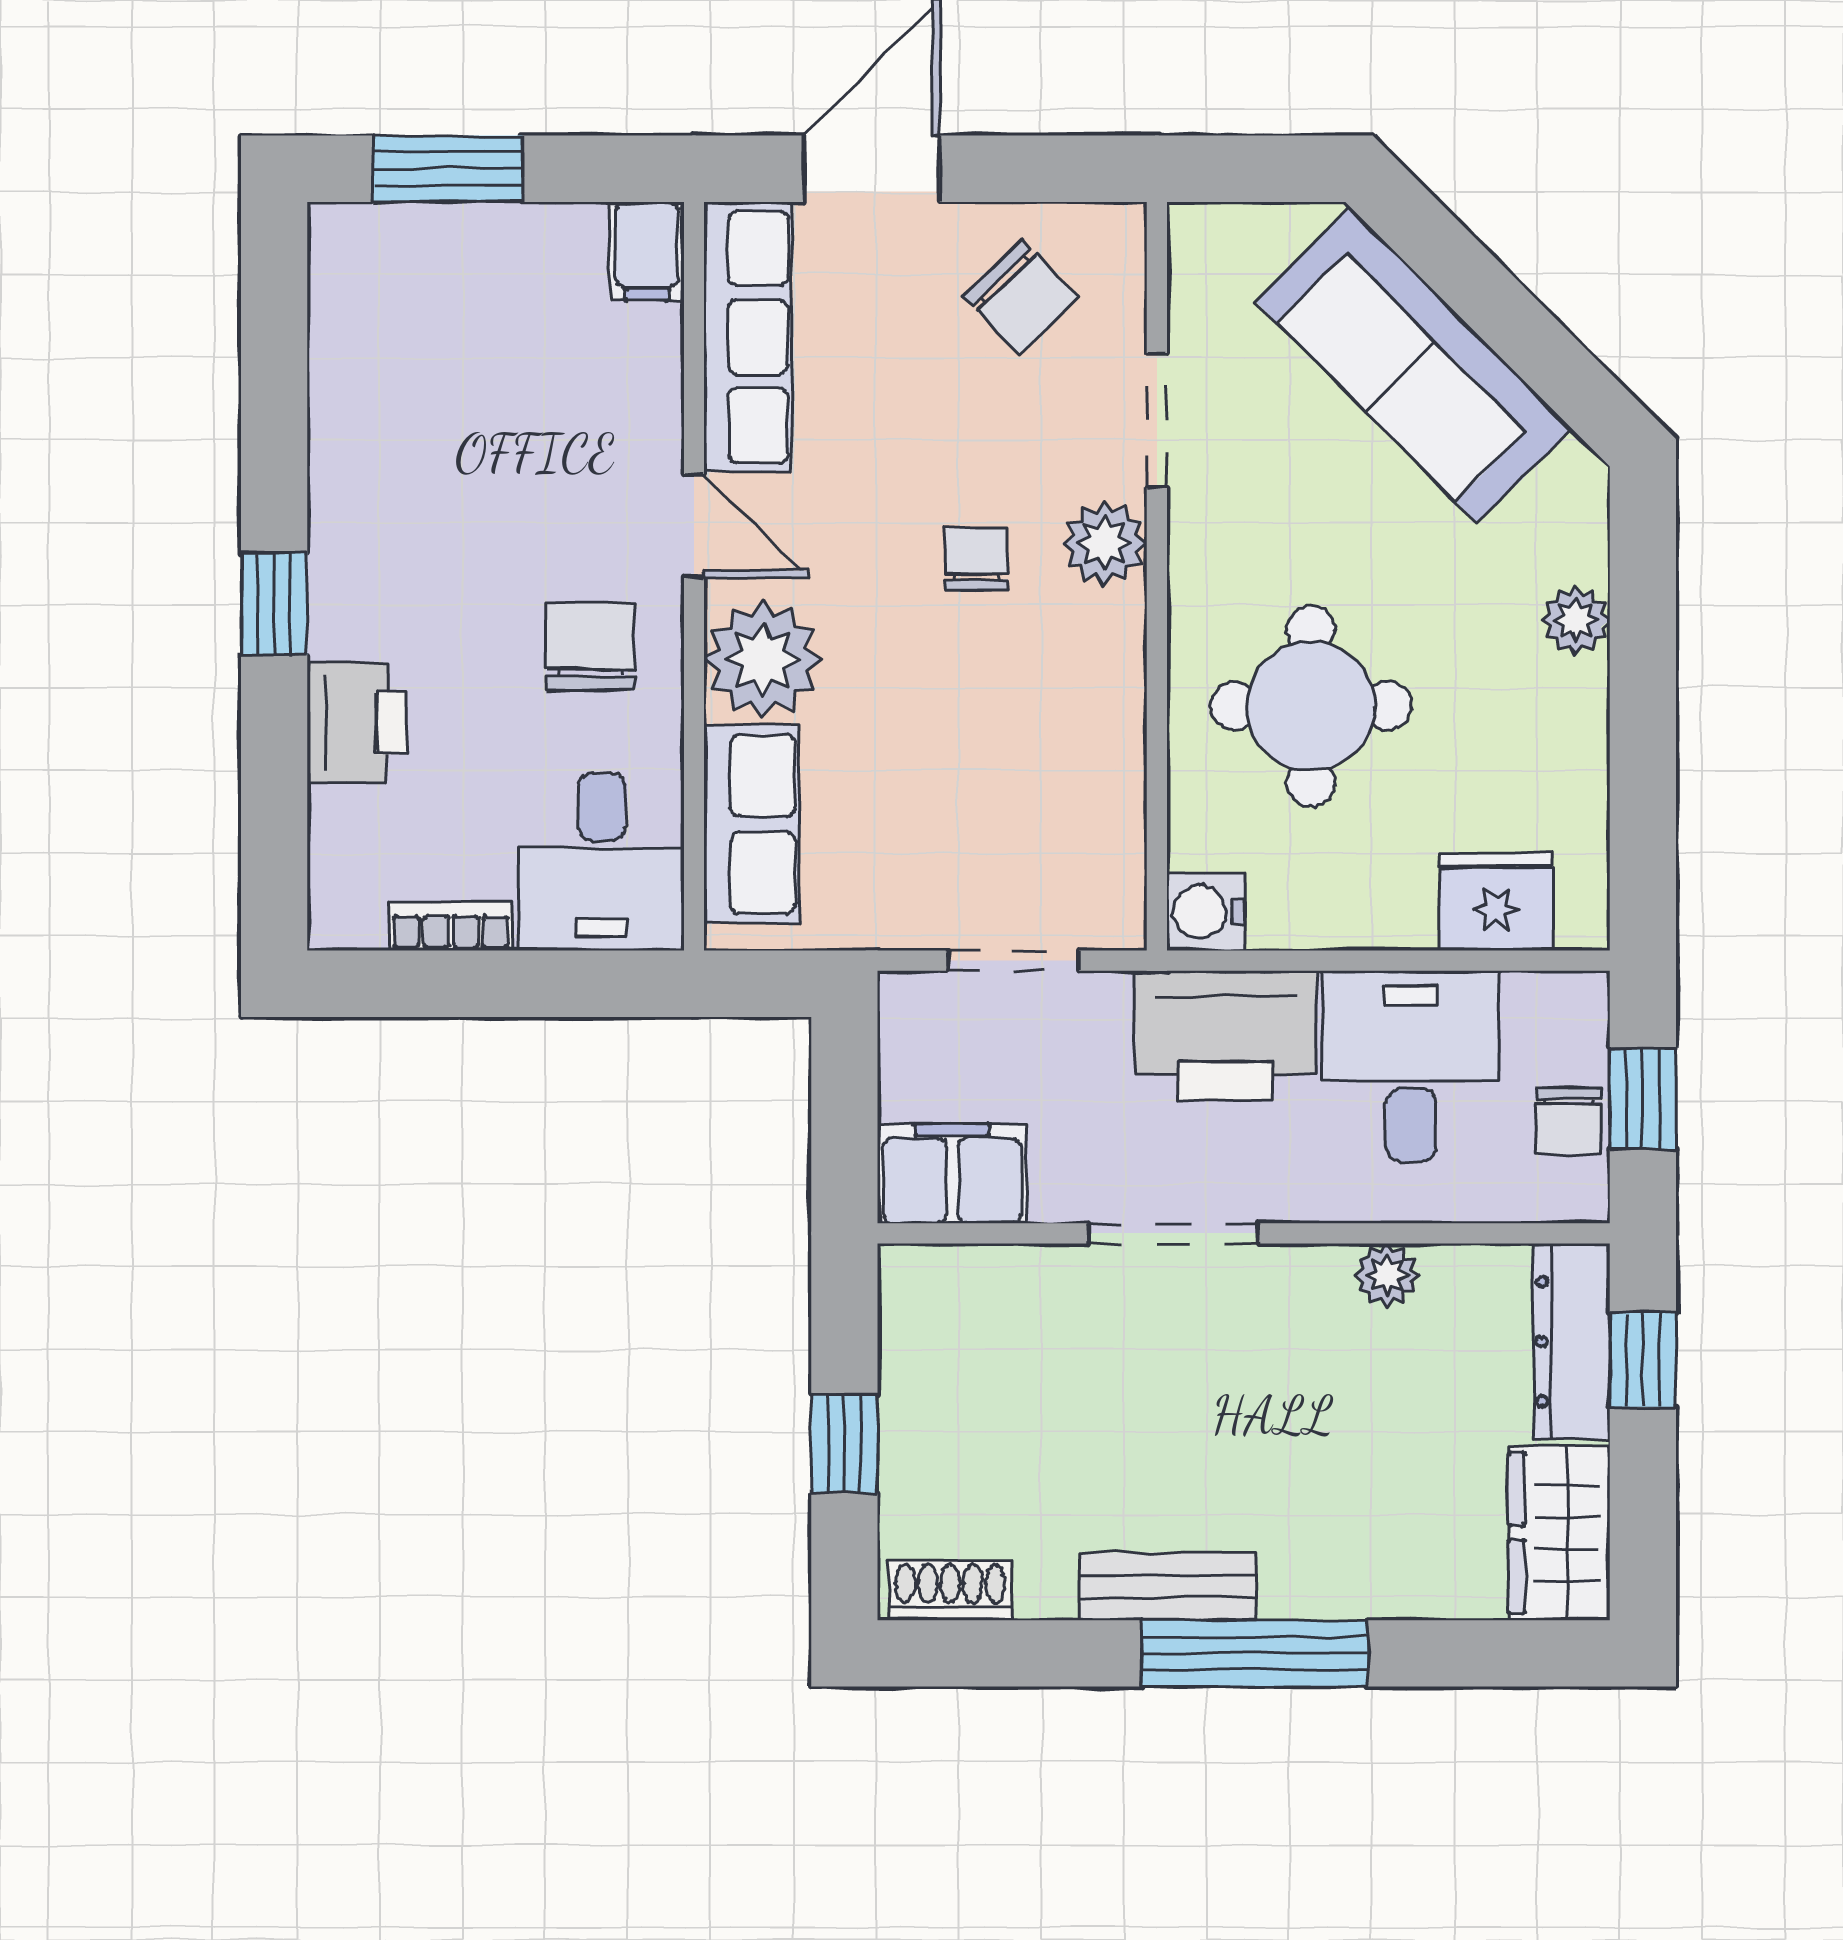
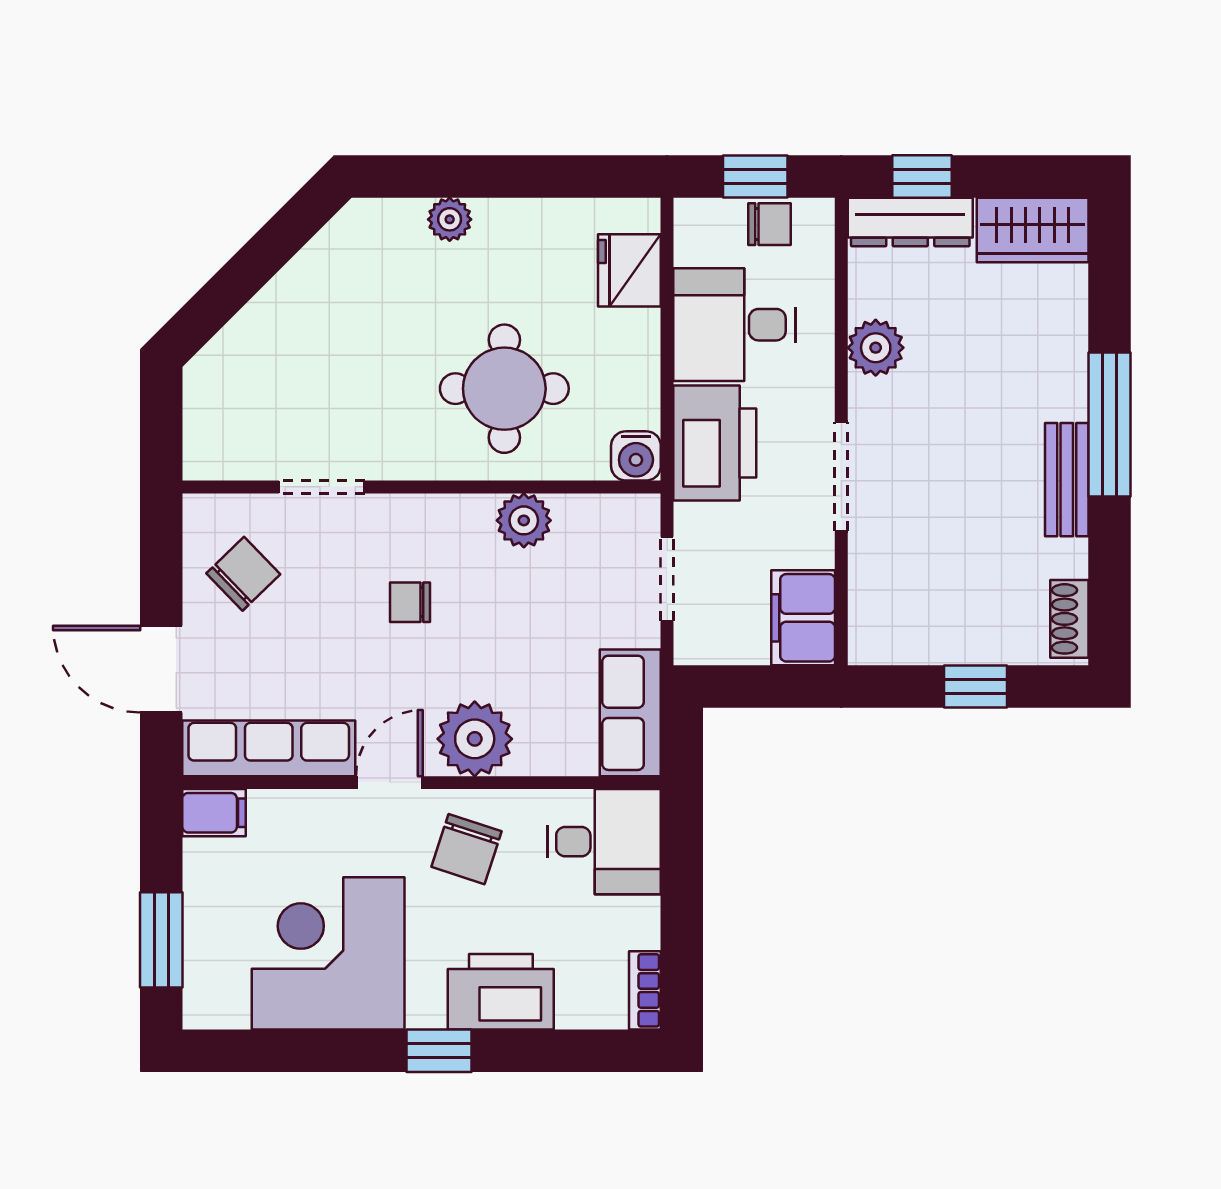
sofa: (1413, 365) -> (286, 323), removed
corner desk: (427, 430) -> (328, 953), added
plant: (1105, 543) -> (524, 520), moved
chair: (590, 647) -> (467, 849), turned -72
printer: (357, 723) -> (501, 992), width x1.37, depth x1.19
row of seats: (751, 824) -> (630, 713), moved, turned -90
bookcase: (451, 926) -> (645, 990), moved
plant: (1387, 1275) -> (876, 348), width x1.38, depth x1.38

